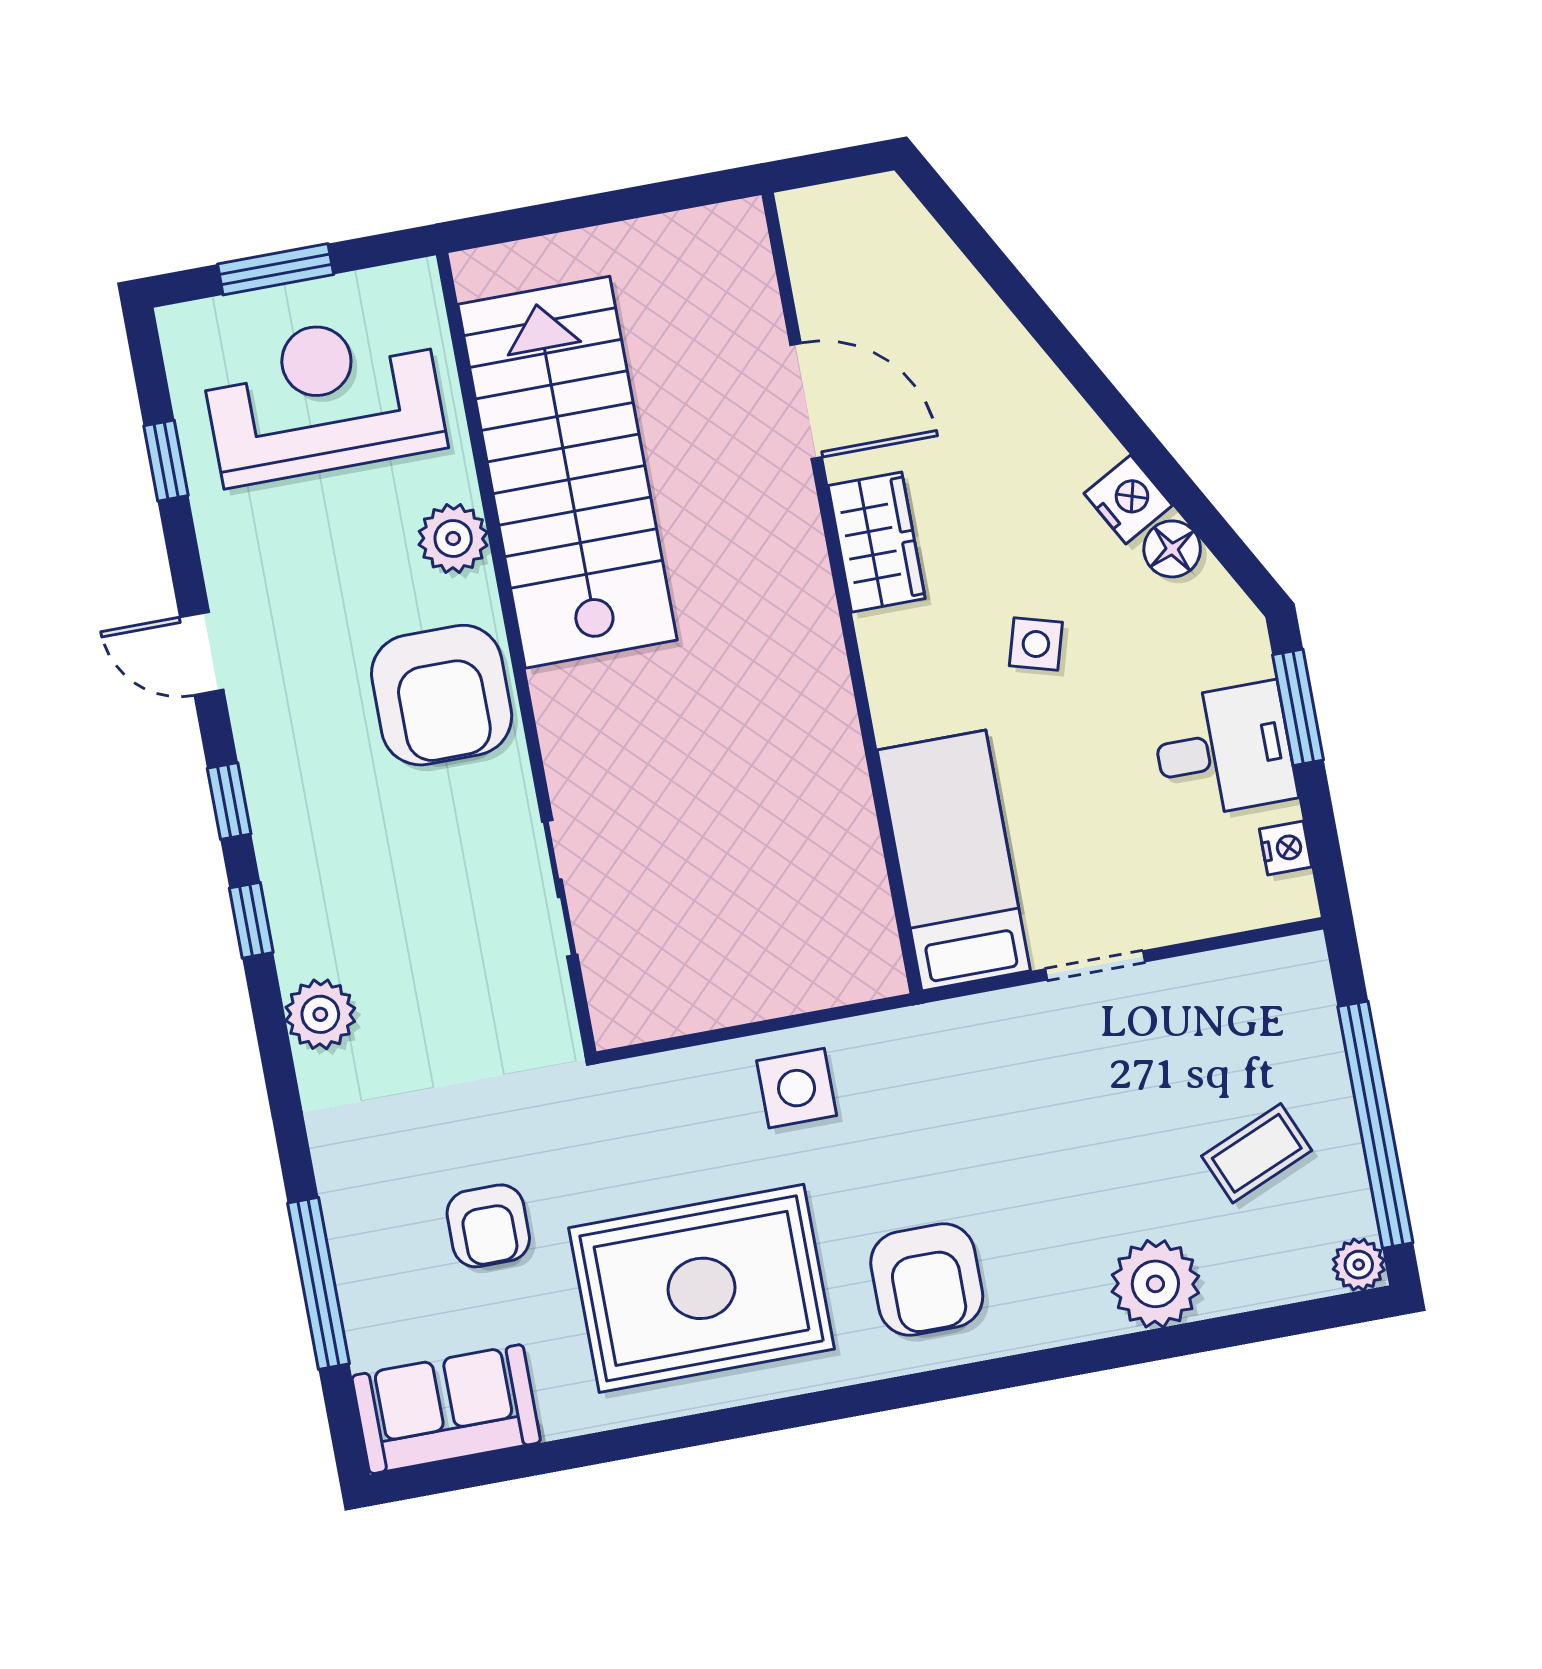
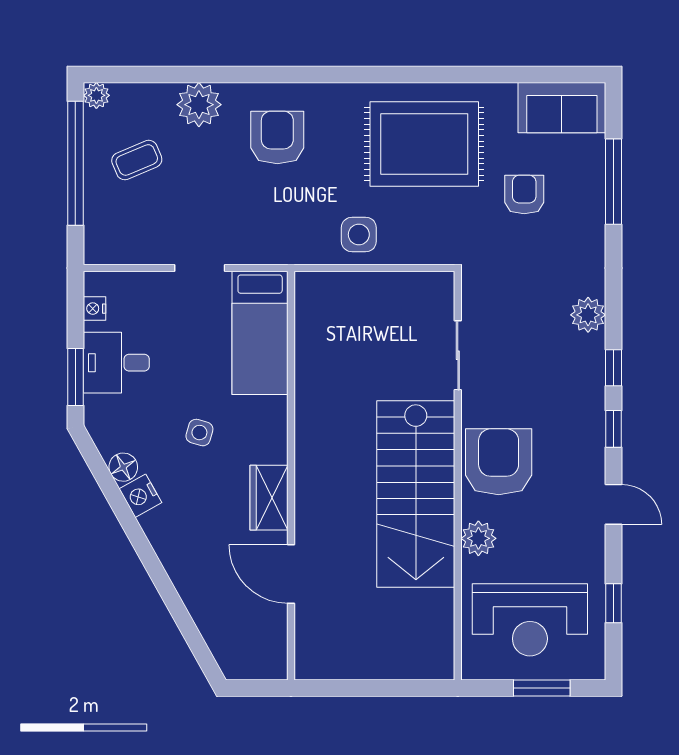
stairs: (567, 472) -> (416, 494), moved
armchair: (927, 1280) -> (277, 137), moved

